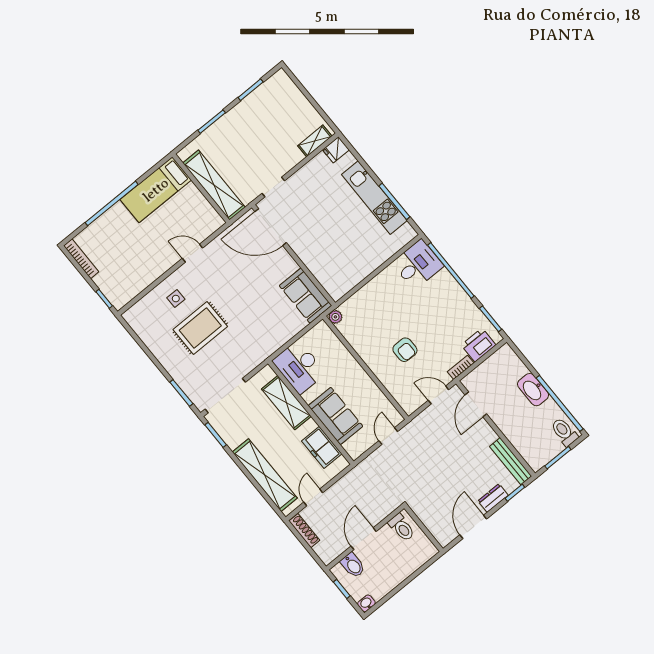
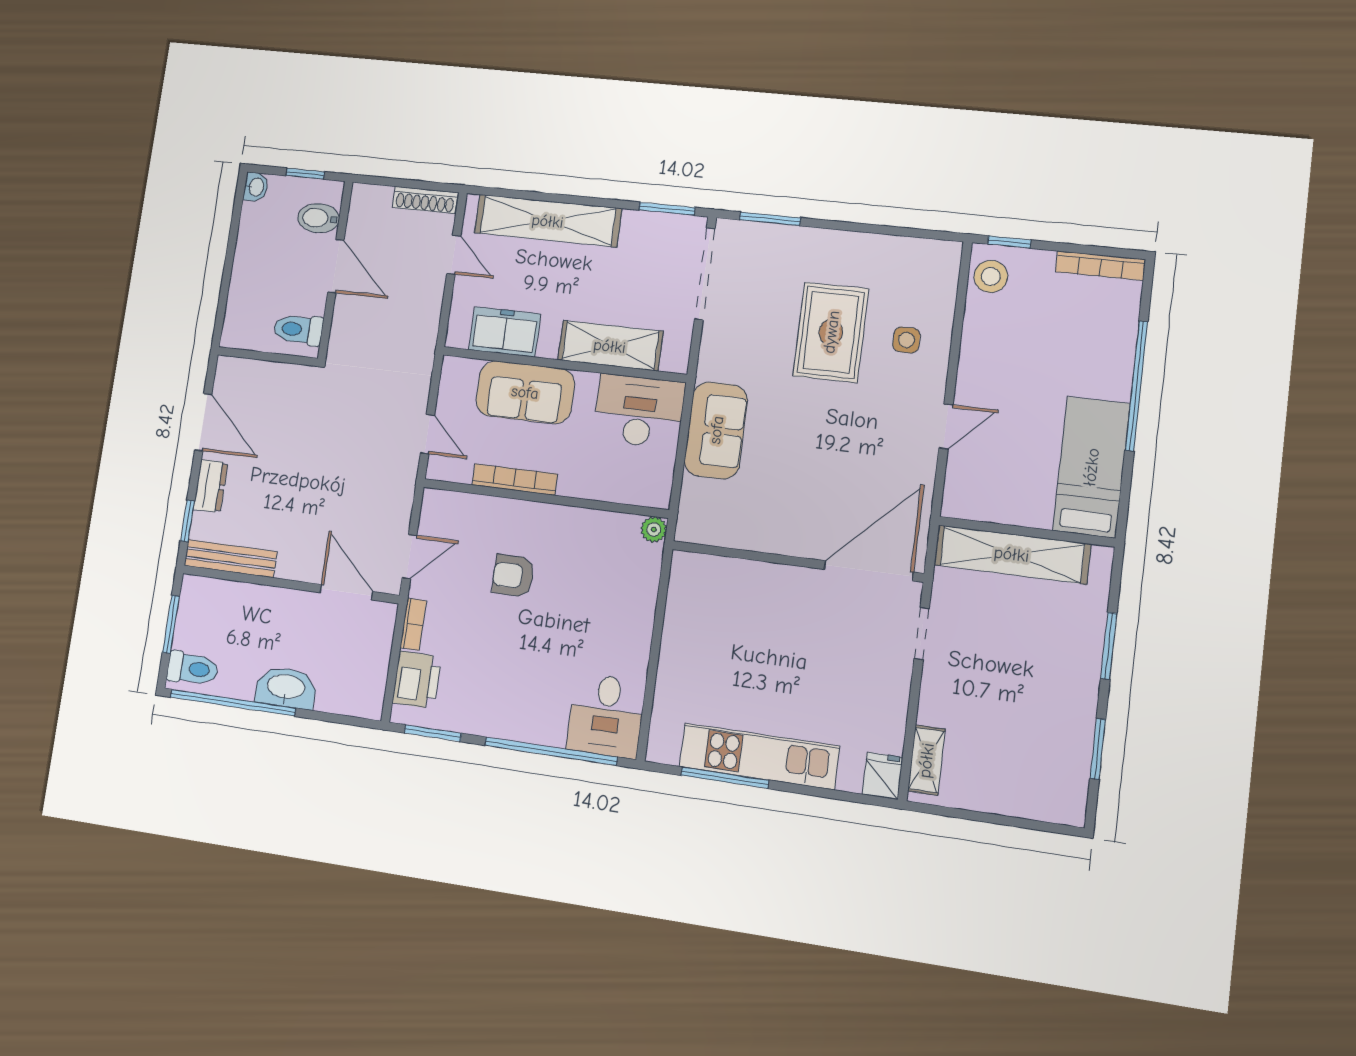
stool: (123, 293) -> (991, 276), added
sofa: (306, 296) -> (716, 430), moved, turned 90
bookcase: (371, 386) -> (515, 480), added

